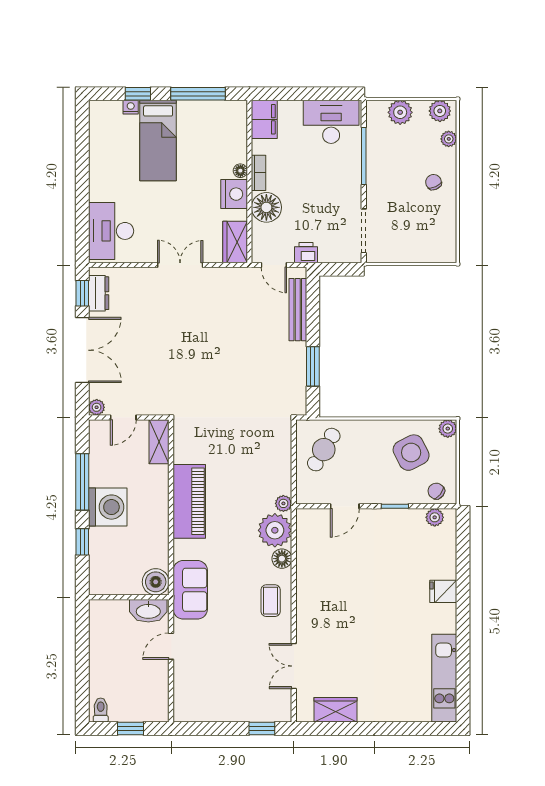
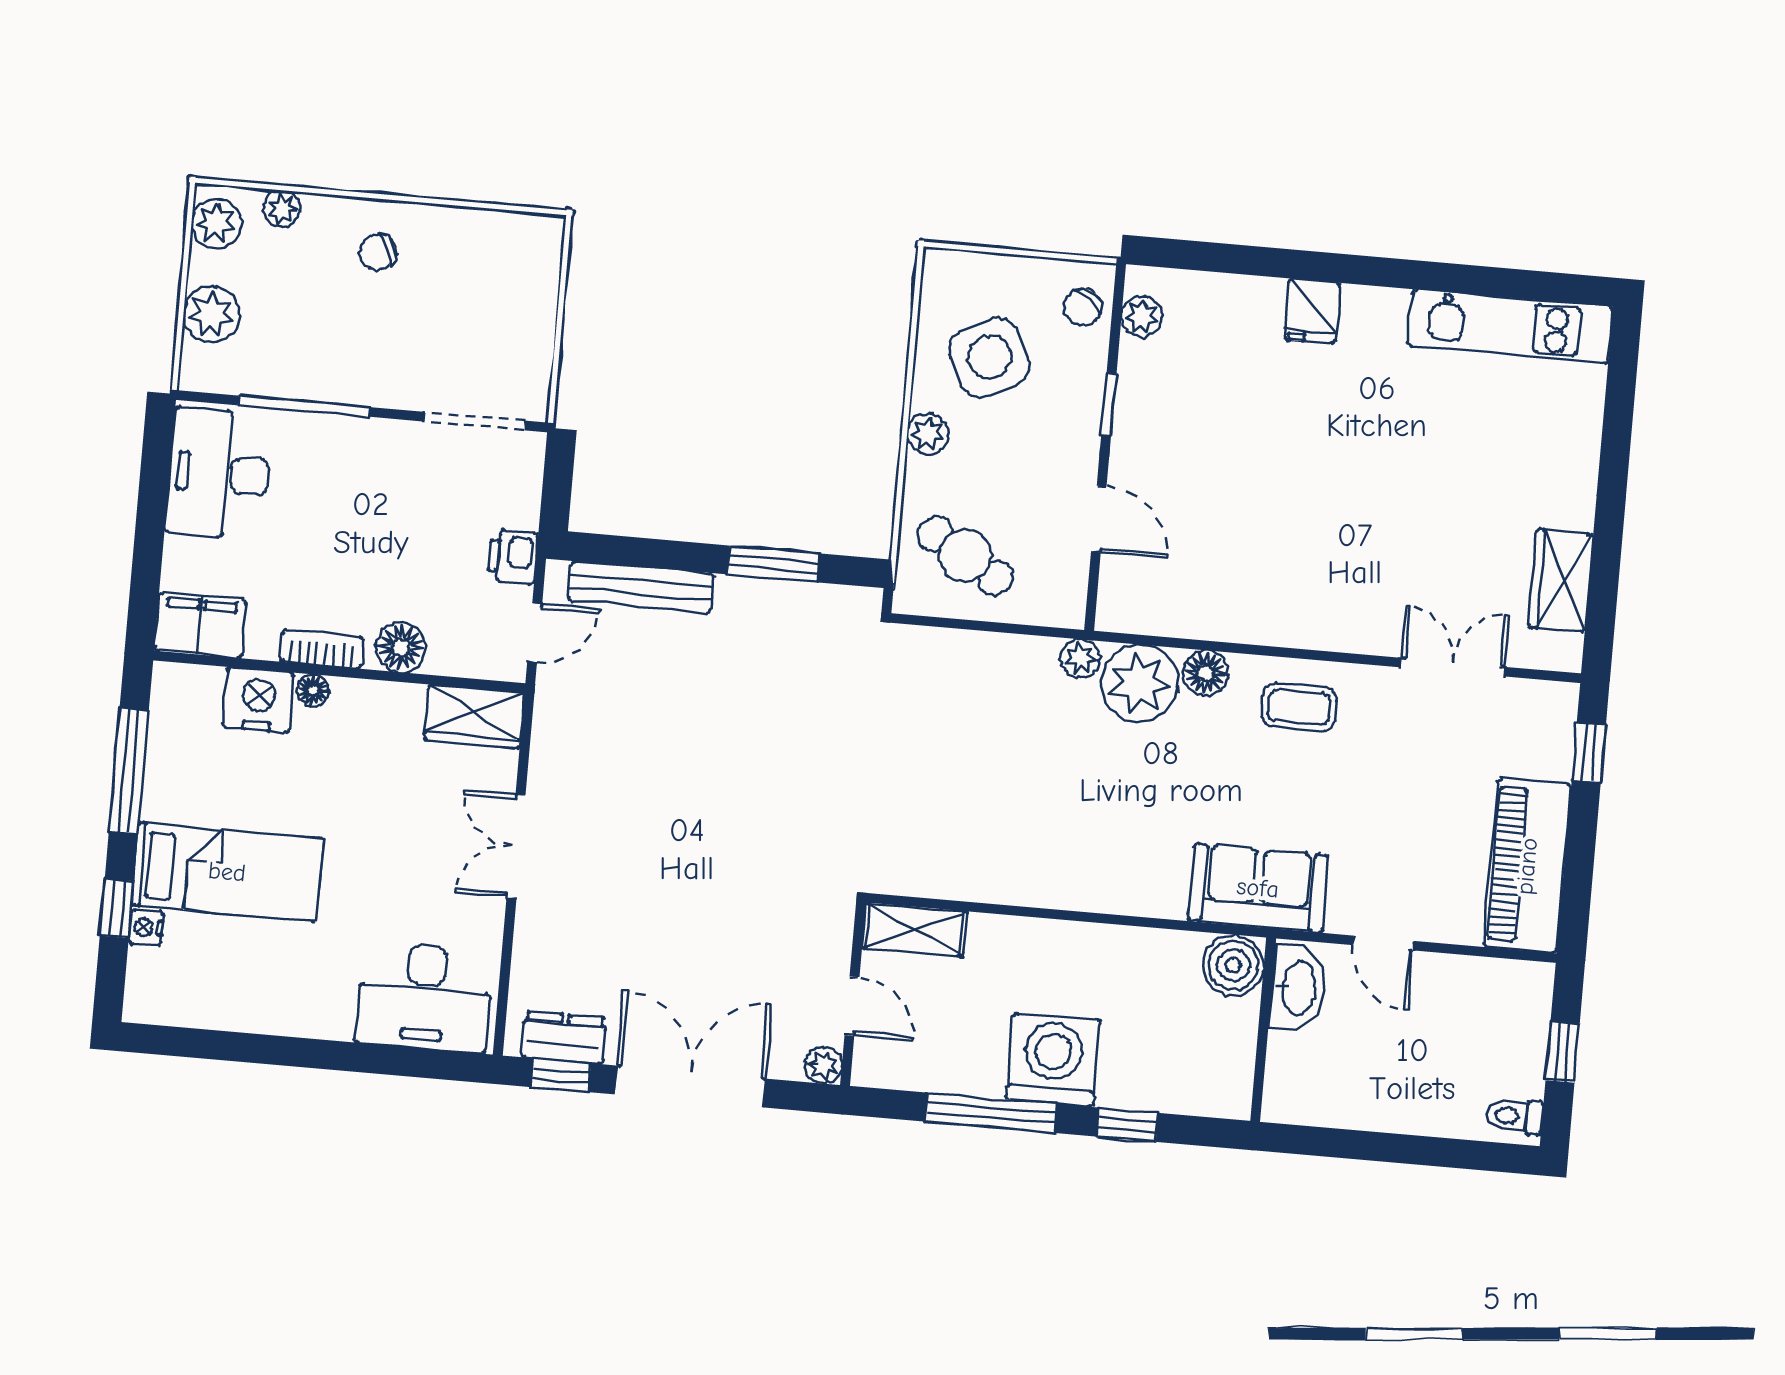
nightstand: (234, 194) -> (258, 700), moved
floor lamp: (266, 207) -> (401, 647), width x0.73, depth x0.73
plant: (448, 429) -> (928, 434), moved
piano: (189, 501) -> (1527, 866), moved, turned -90
double door: (294, 666) -> (1453, 667), swing flipped

